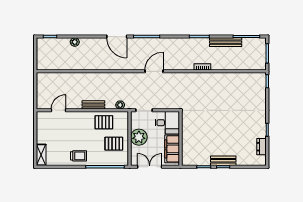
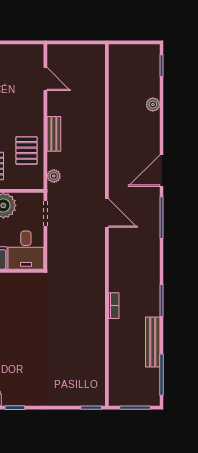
door: (154, 71) -> (107, 213), moved

